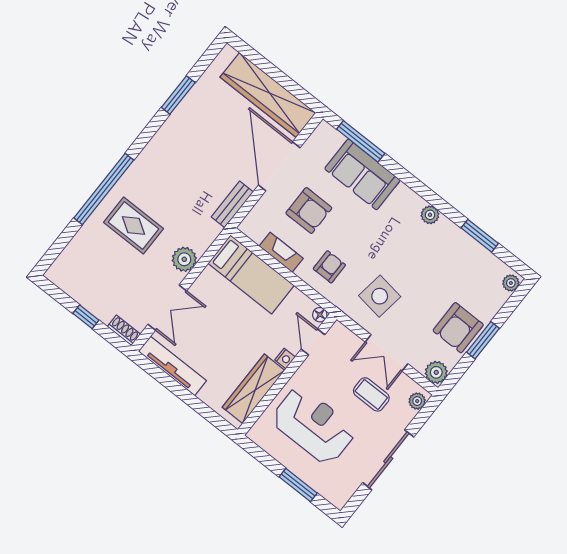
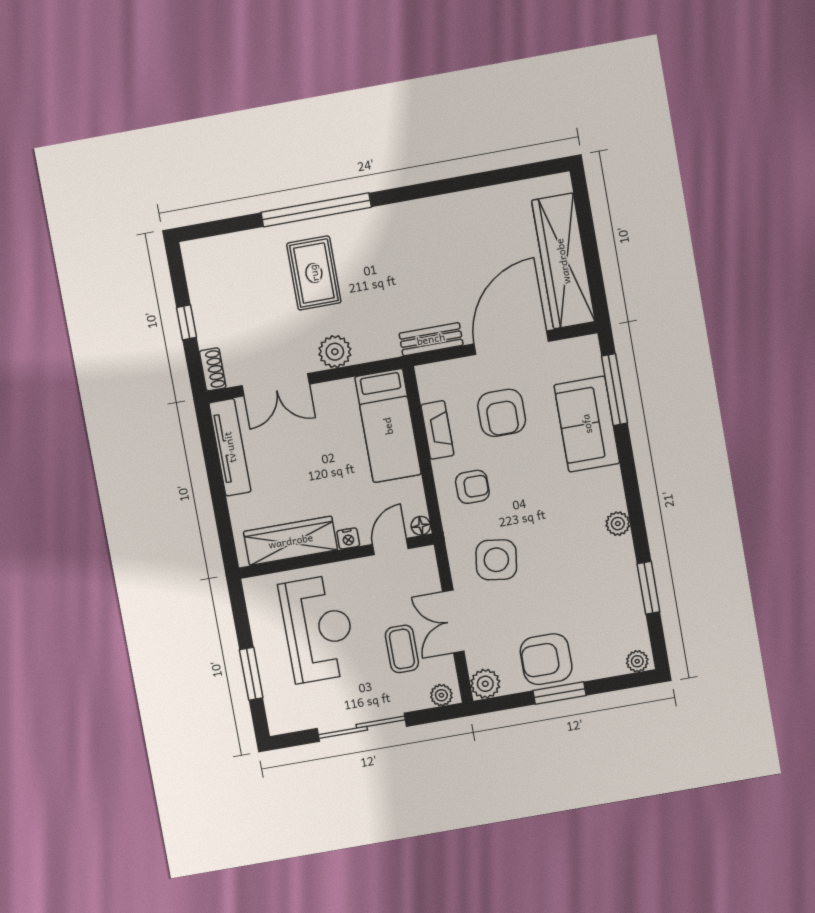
window: (178, 95) -> (474, 181), removed

